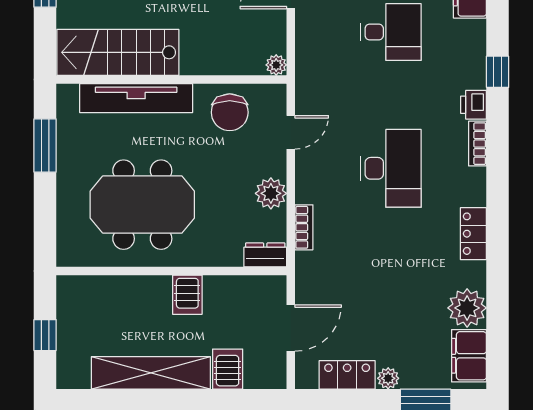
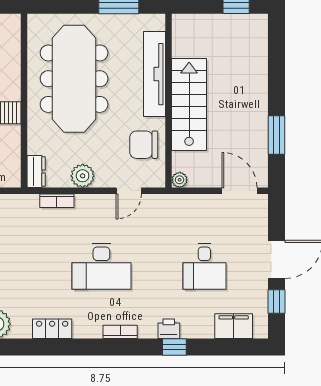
stairs: (118, 52) -> (189, 105), moved
printer: (473, 105) -> (169, 329), moved
door: (291, 132) -> (129, 191), hinge flipped
meeting table: (142, 205) -> (74, 79), width x1.36

